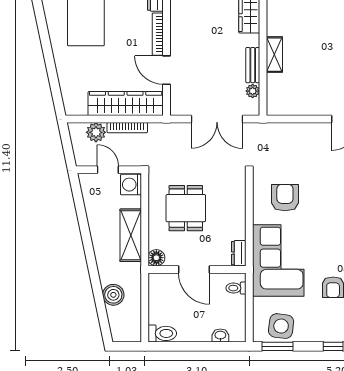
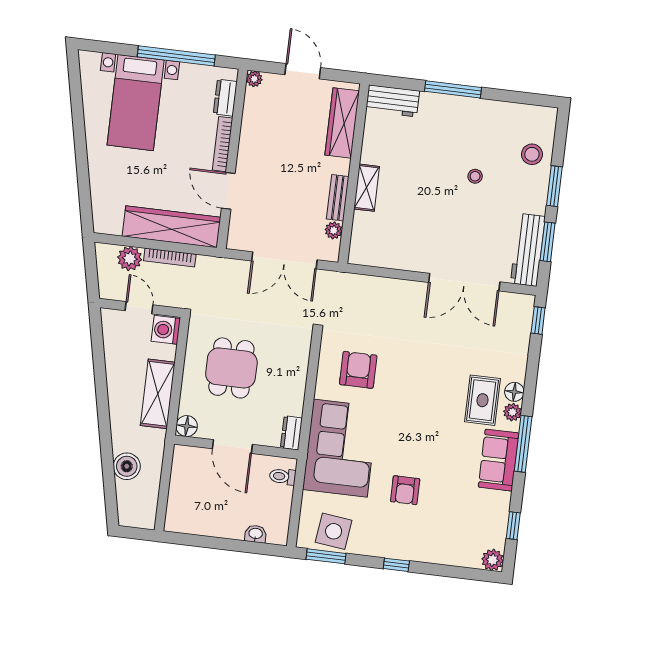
toilet: (162, 333) -> (183, 522), removed

